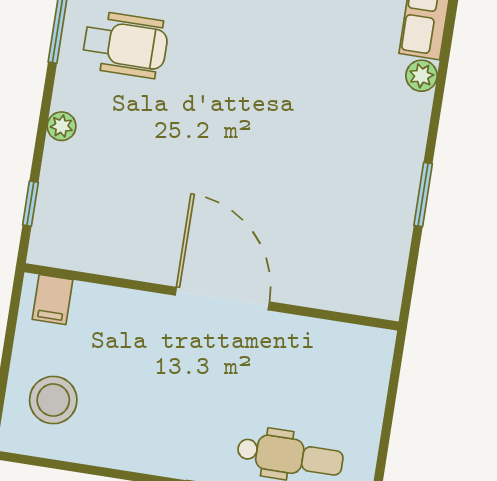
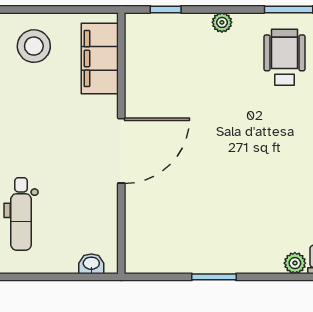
wheelchair: (125, 45) -> (284, 57), turned 180
filing cabinet: (53, 300) -> (100, 58), width x3.00, depth x1.17
washbasin: (377, 367) -> (91, 264), added

